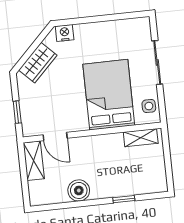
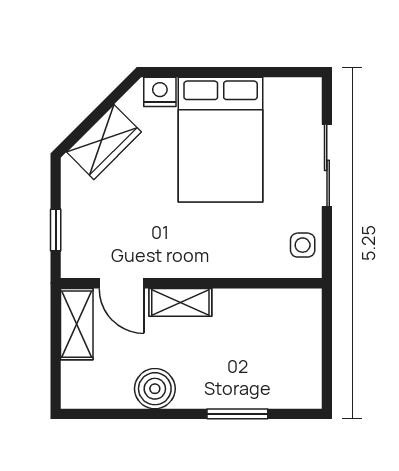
bed: (109, 95) -> (221, 140), moved, turned 180
shelving: (141, 138) -> (180, 302), moved
window: (124, 199) -> (237, 414), width x1.50

